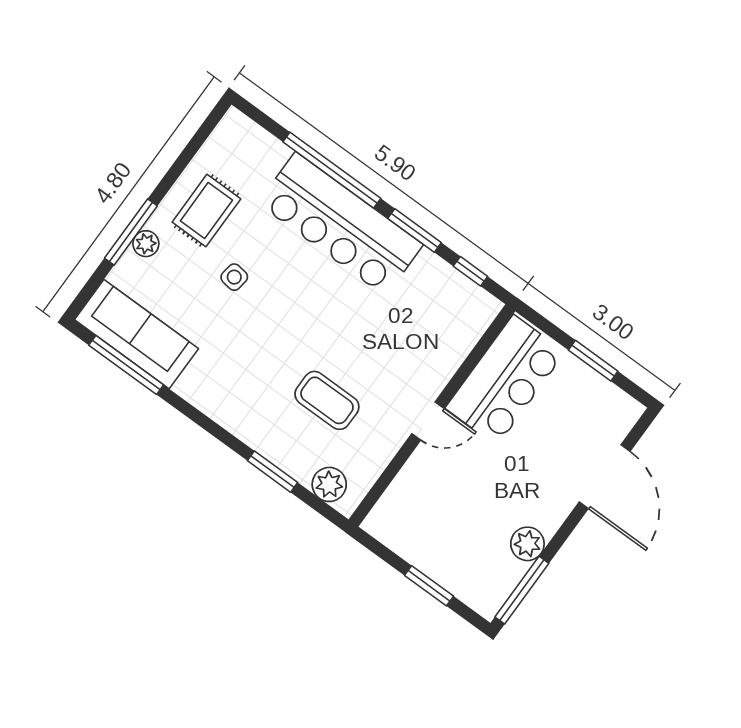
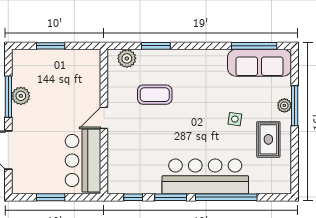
window: (522, 590) -> (8, 97), moved

